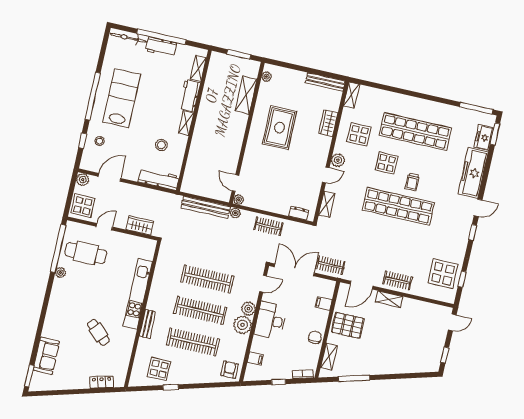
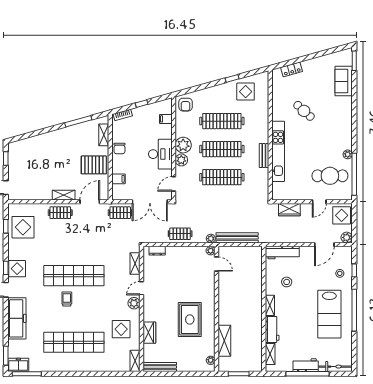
freezer: (484, 138) -> (18, 365), moved, turned -90
display table: (387, 163) -> (17, 269), moved
bench: (148, 324) -> (264, 156), moved

